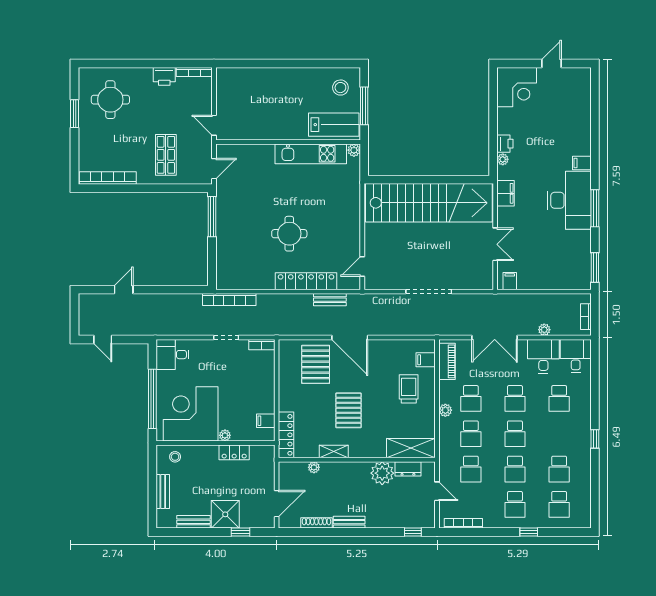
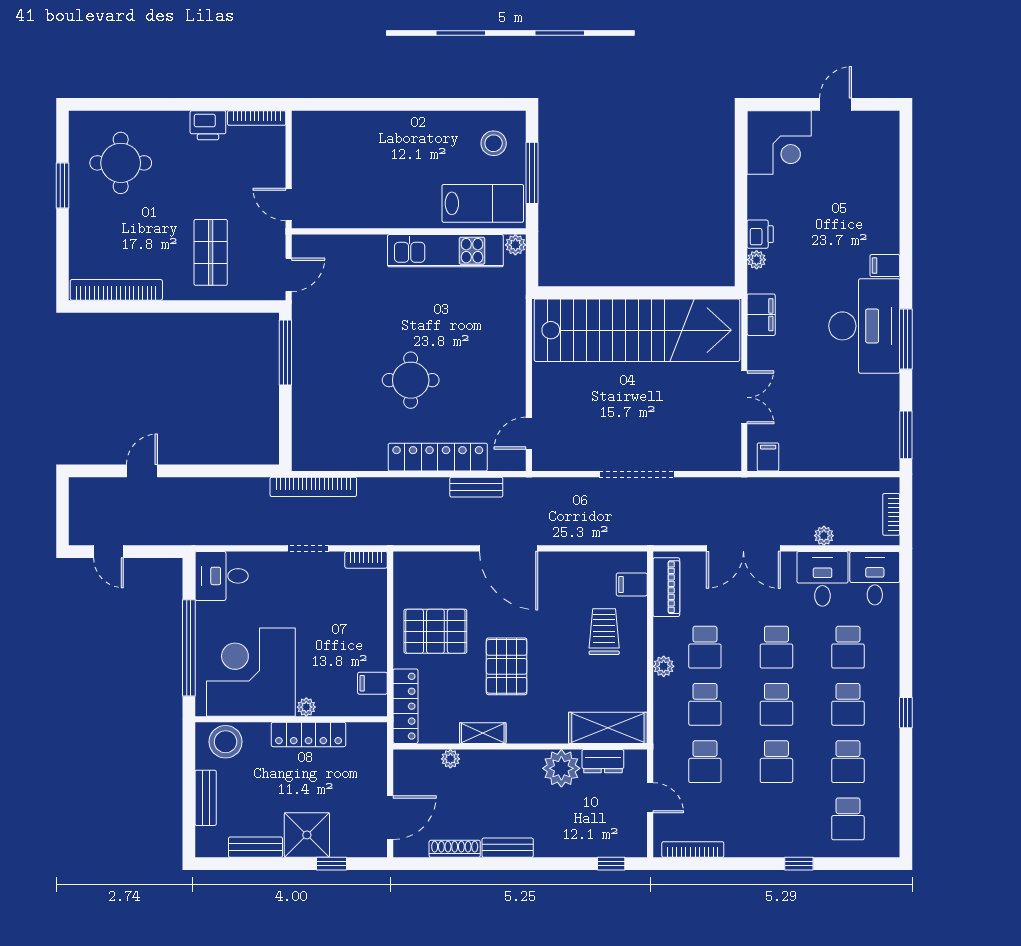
pallet: (316, 364) -> (435, 631), moved, turned 90
locker: (234, 452) -> (309, 734), width x1.53
stool: (175, 457) -> (226, 742), width x1.89, depth x1.89
school desk: (515, 504) -> (848, 704), moved

